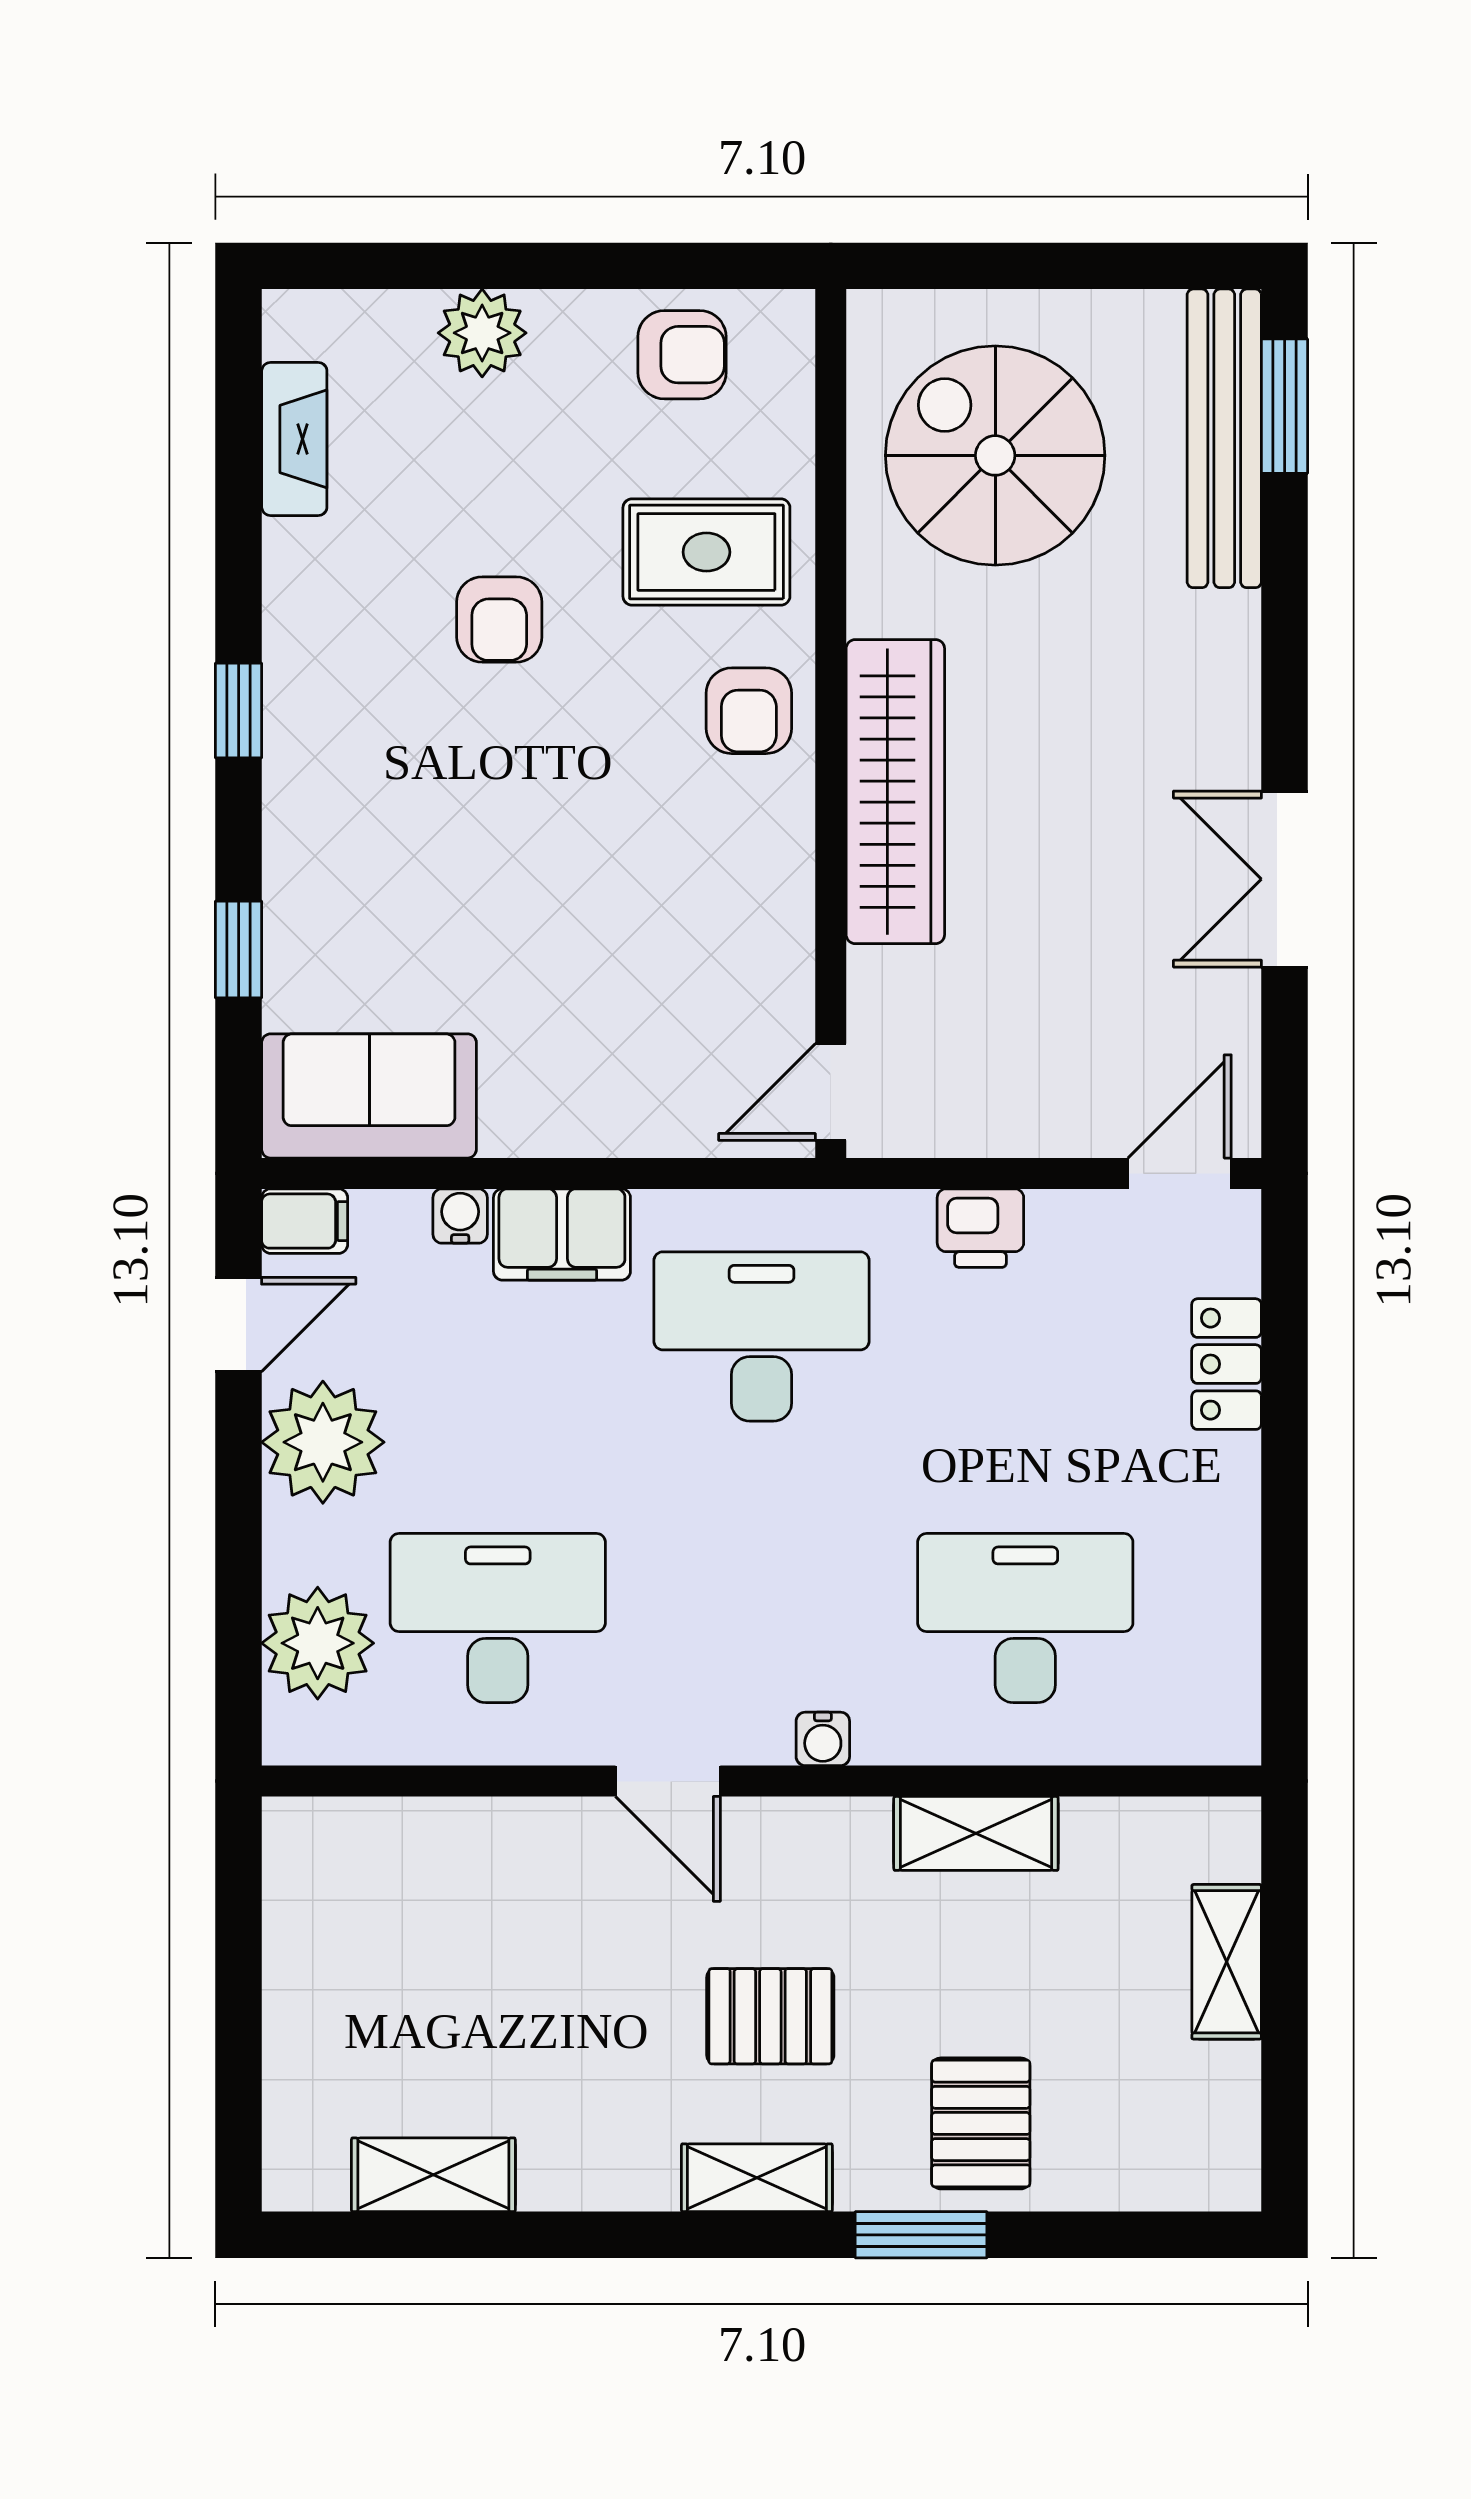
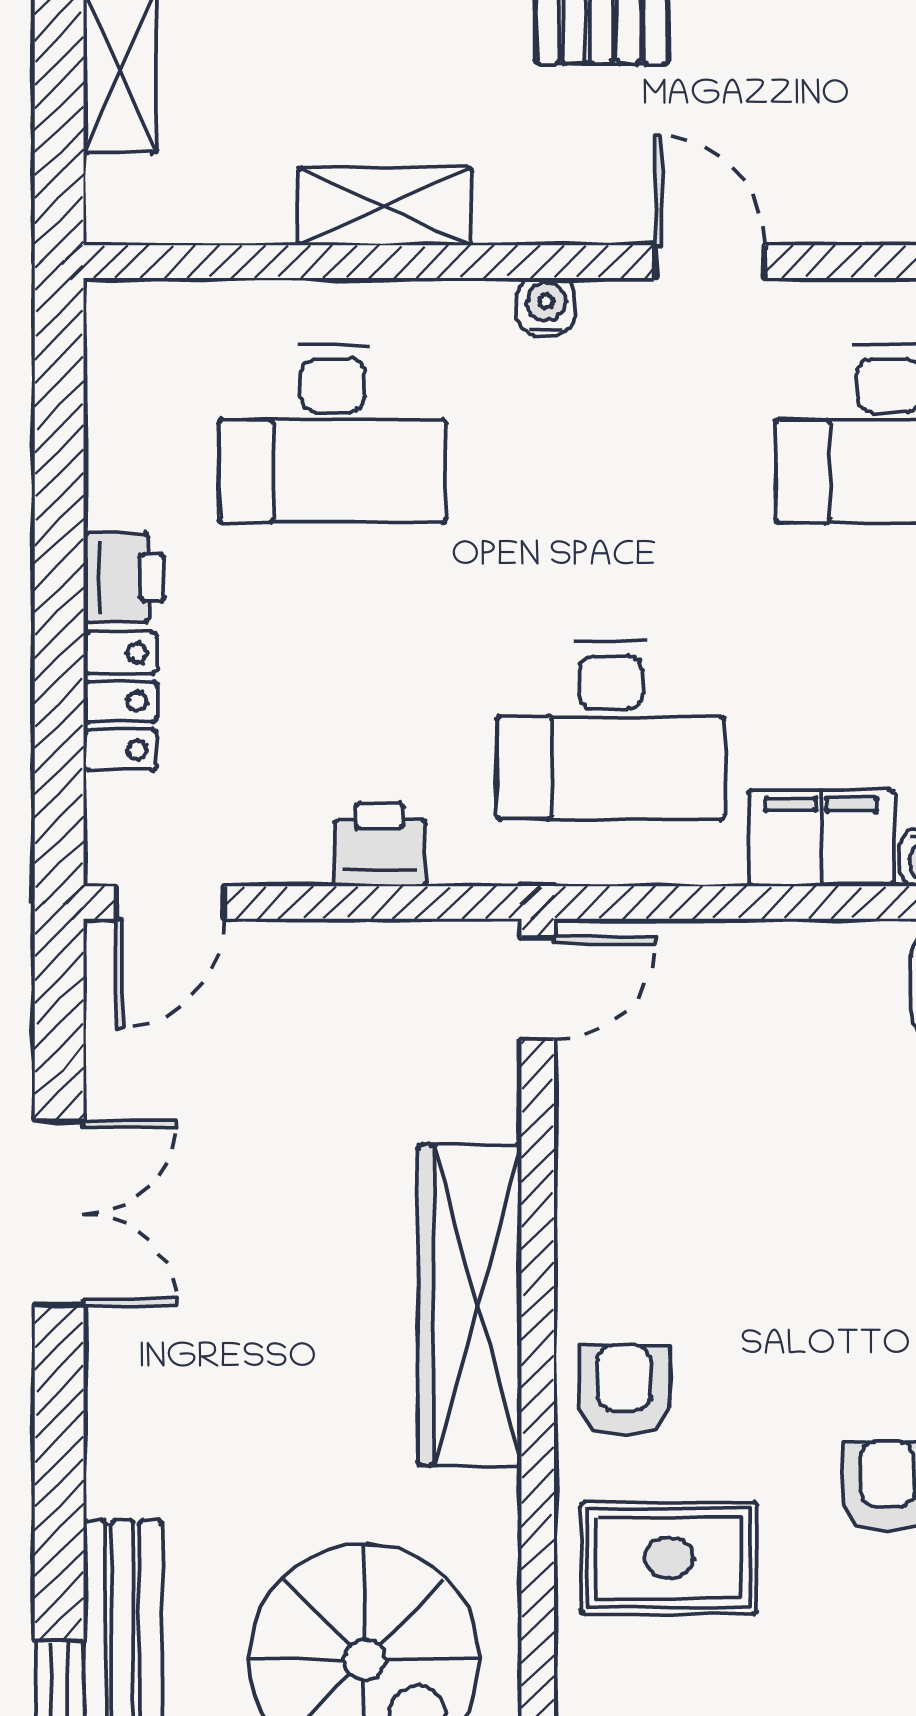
printer: (1223, 1481) -> (124, 578), added

